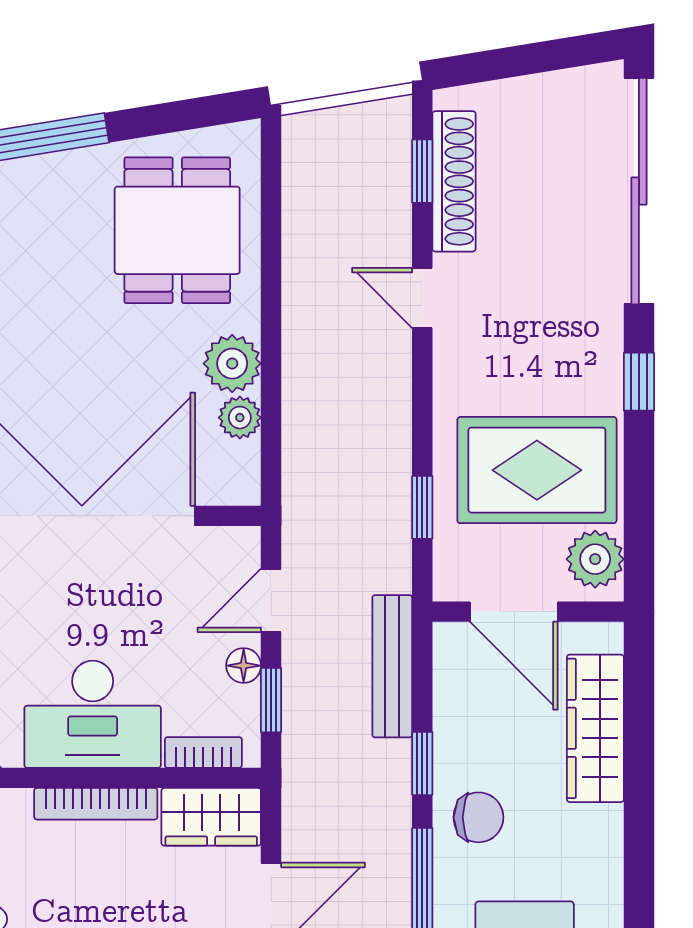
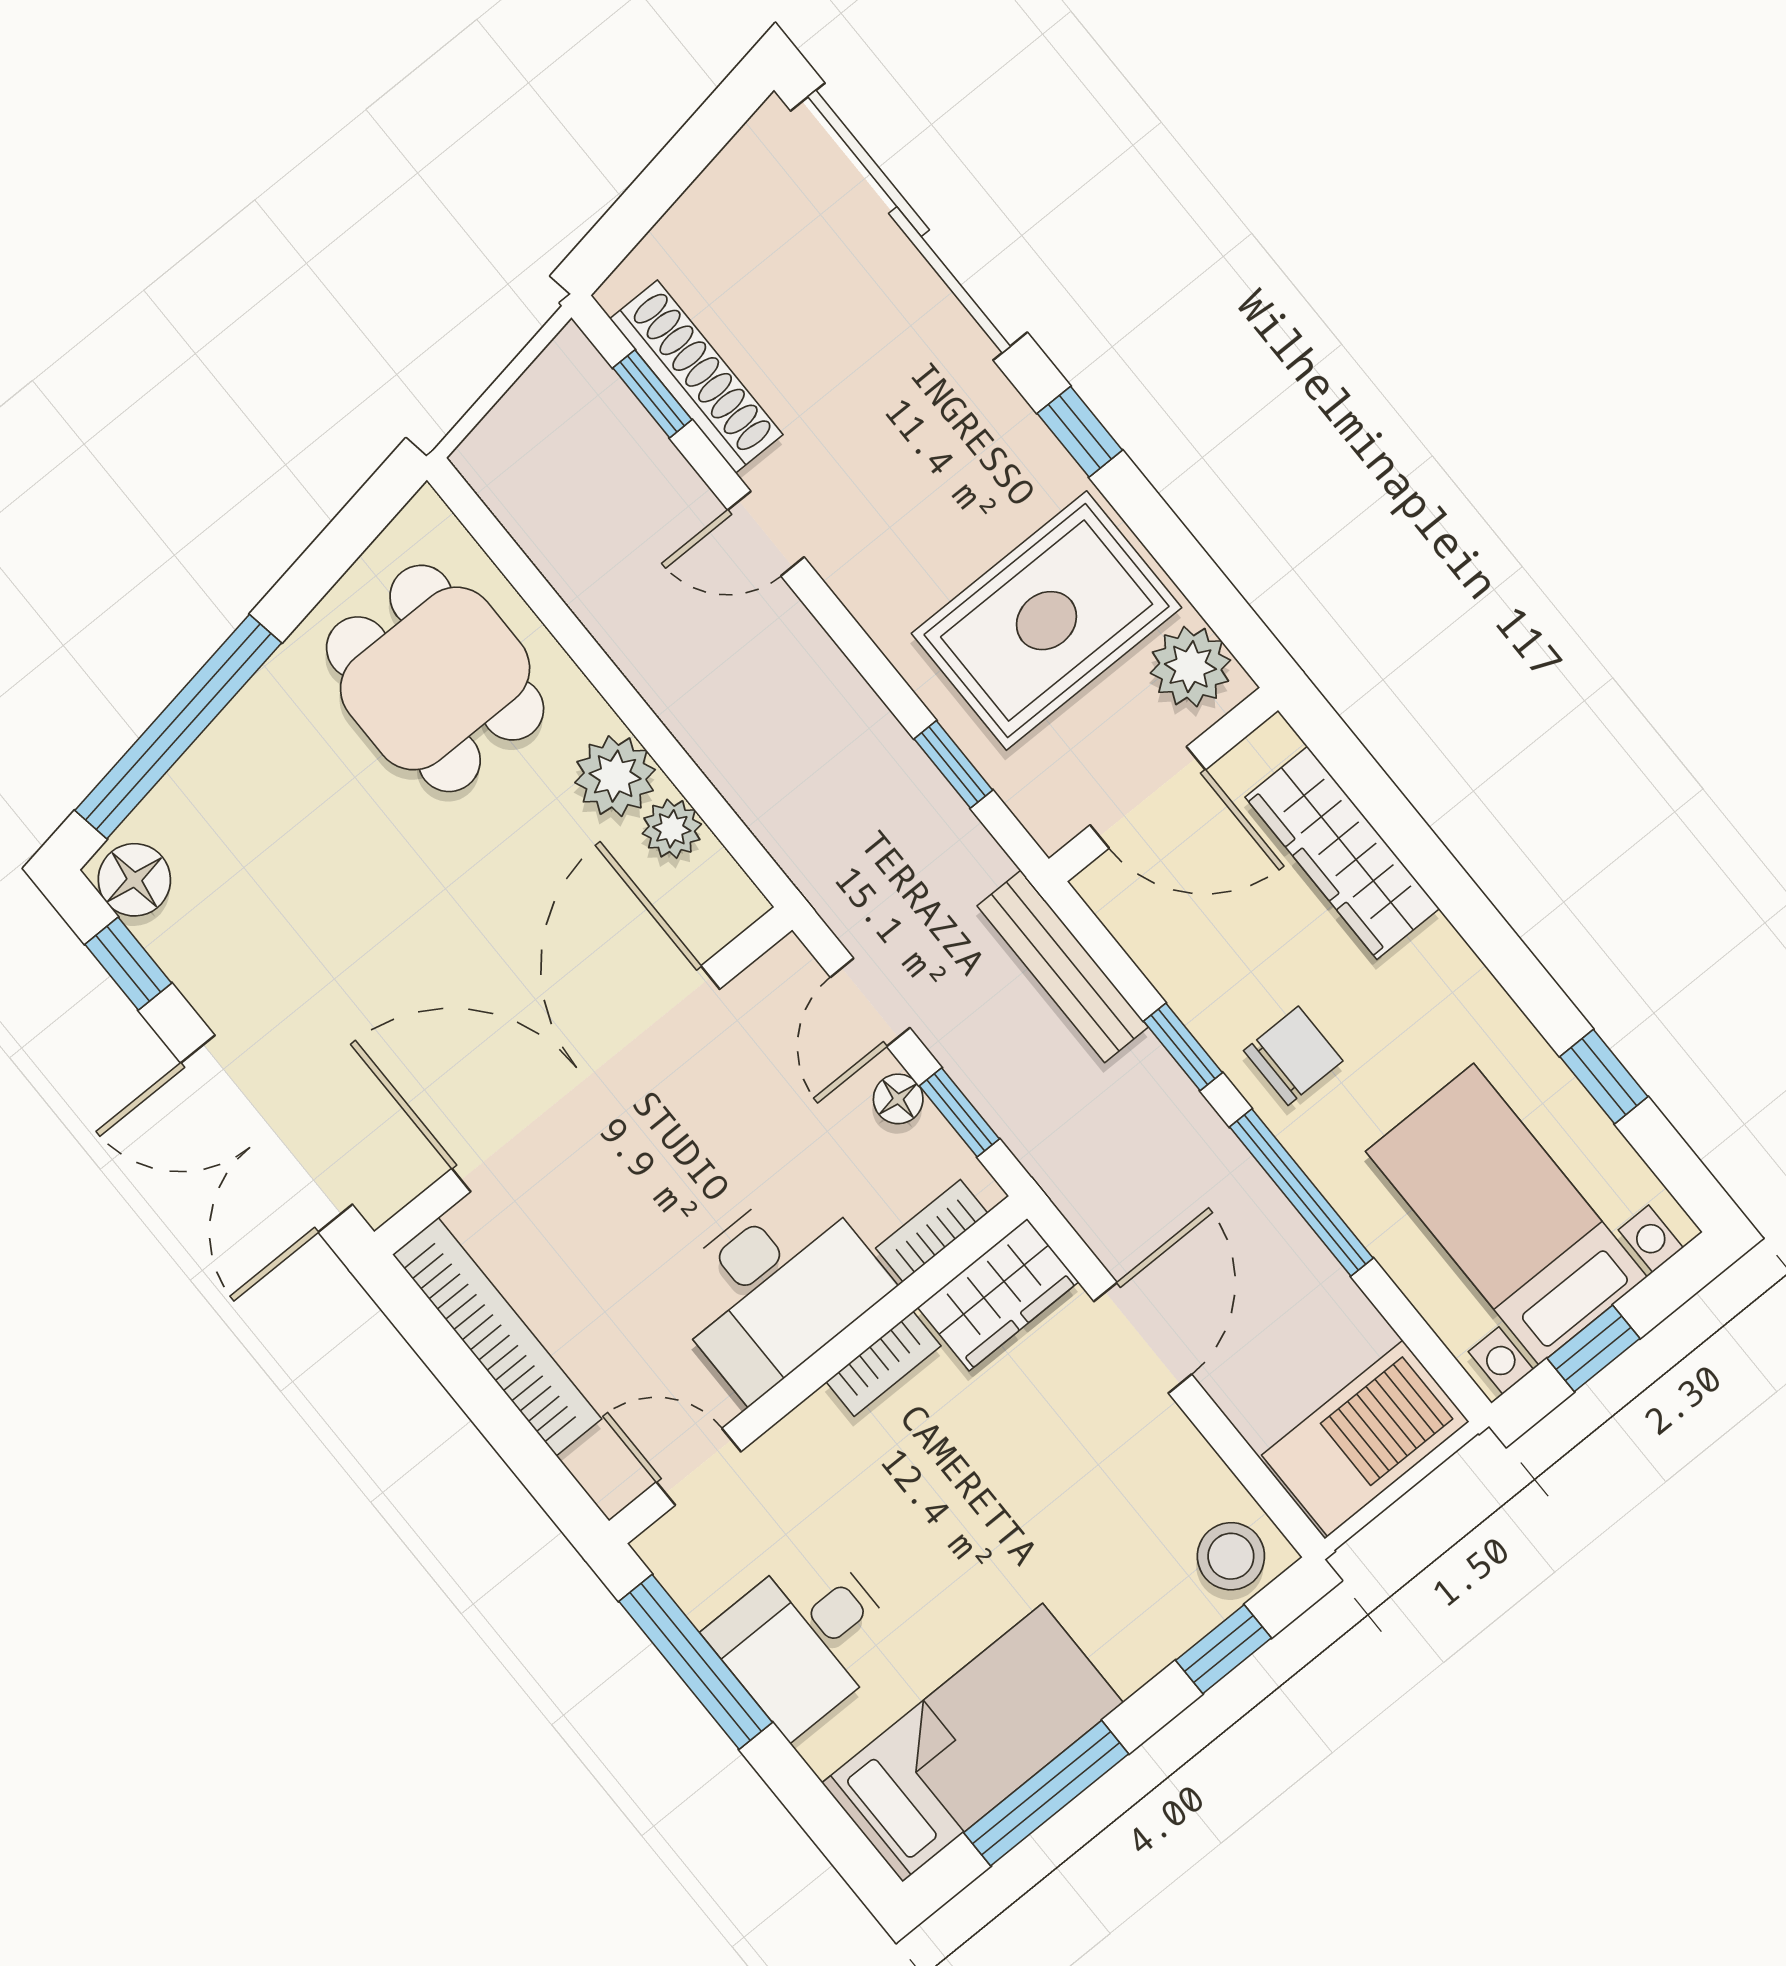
bookcase: (96, 804) -> (884, 1364), width x0.64

